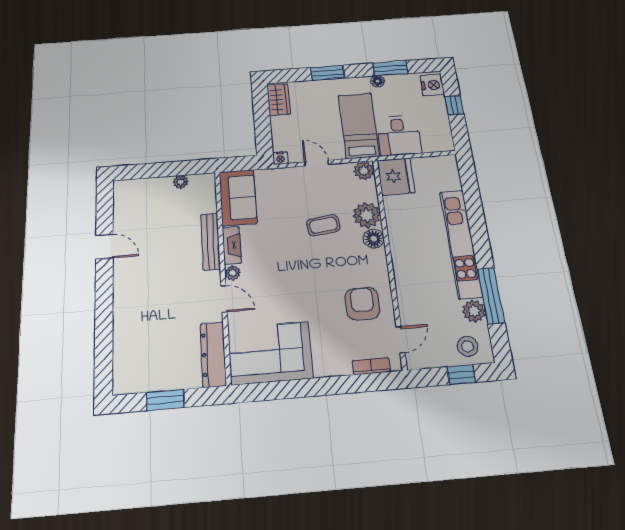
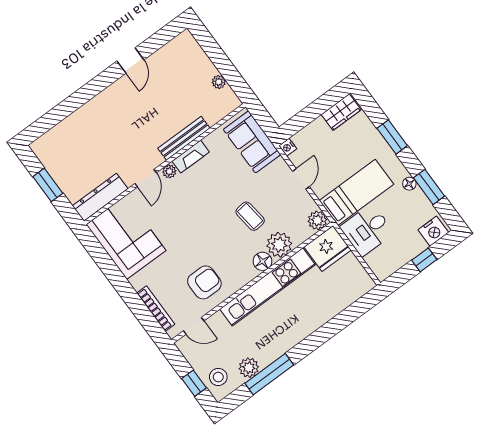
sofa: (238, 198) -> (252, 142), moved, turned 90
kitchen unit: (461, 243) -> (267, 287), moved, turned 180
bookcase: (371, 366) -> (156, 309), width x1.56

